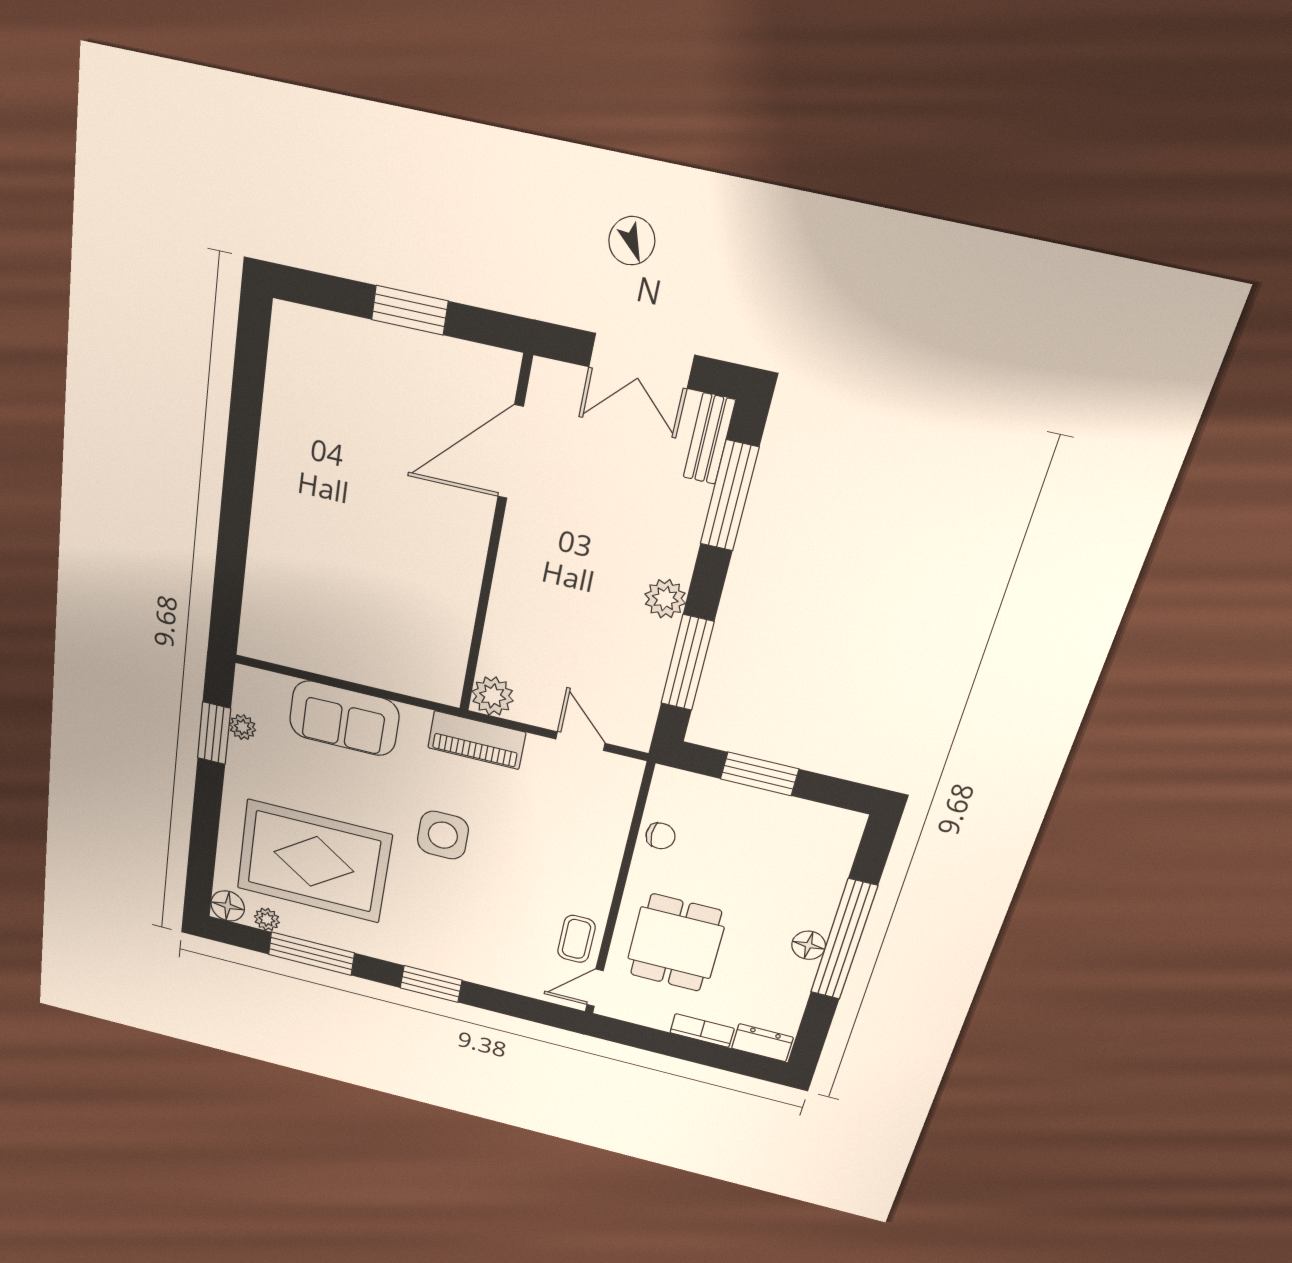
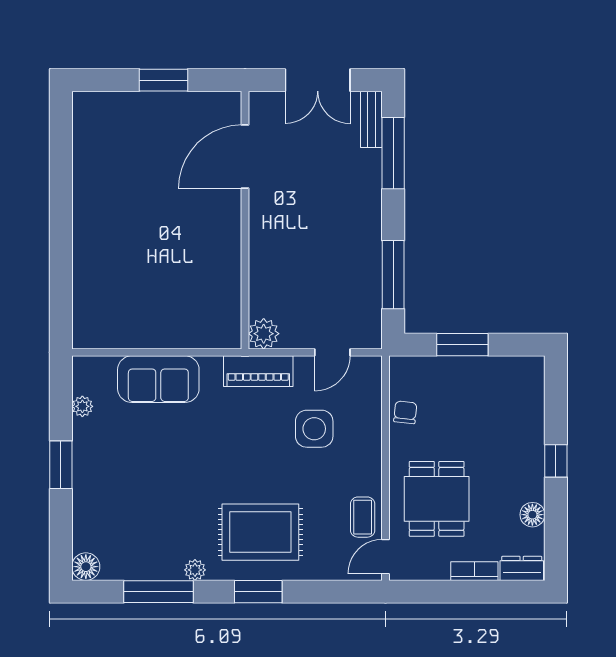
plant: (665, 599) -> (368, 233), removed
window: (214, 733) -> (61, 465), moved
door: (580, 741) -> (332, 352), swing flipped
side table: (443, 835) -> (314, 429), moved
chair: (661, 836) -> (405, 412), turned -84
rug: (314, 862) -> (260, 532), moved, width x0.73, depth x0.69
plant: (267, 919) -> (195, 570), moved
window: (844, 940) -> (556, 461), width x0.32
floor lamp: (809, 945) -> (532, 515), moved

